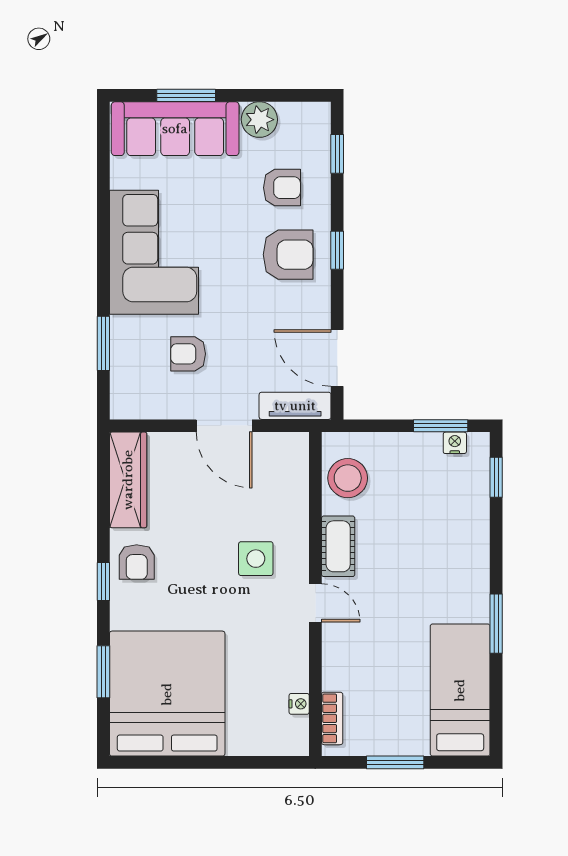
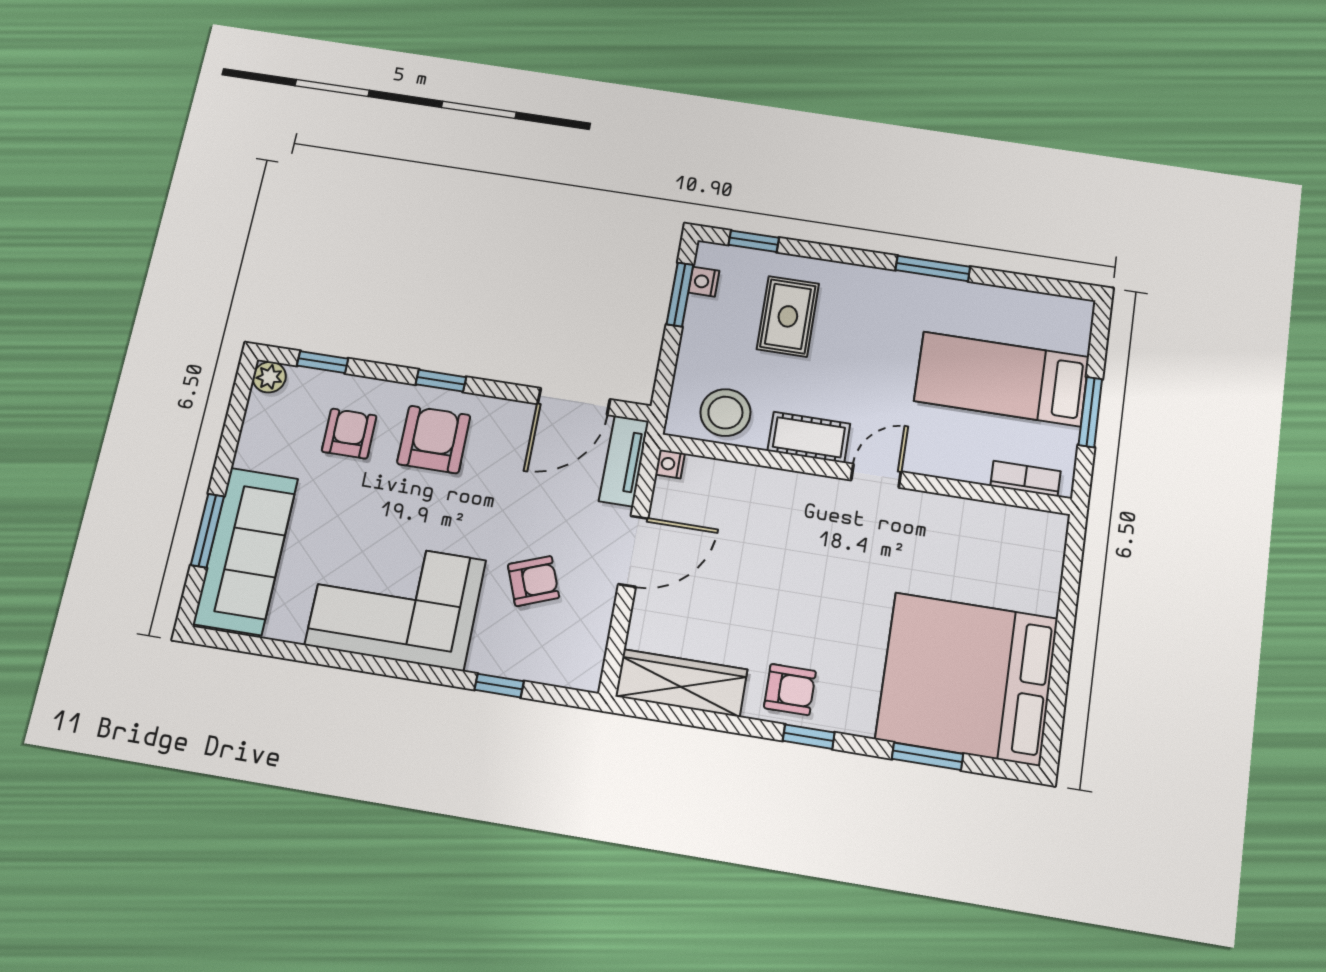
plant: (259, 120) -> (269, 377), moved, width x0.73, depth x0.73
window: (103, 343) -> (499, 686), width x0.67
armchair: (188, 354) -> (533, 581), turned -111
rug: (436, 514) -> (788, 316), added
side table: (256, 559) -> (809, 539), removed
bed: (460, 690) -> (1002, 379), moved
nightstand: (299, 704) -> (670, 464), moved, turned -90

